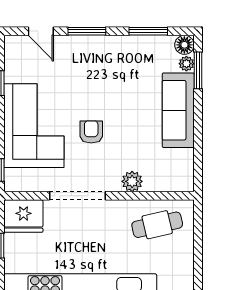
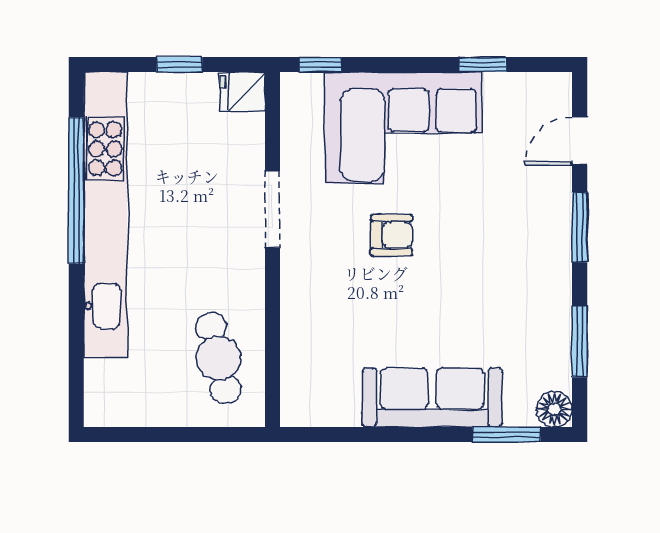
plant: (186, 64) -> (519, 413), removed
plant: (132, 181) -> (299, 311), removed
doorway: (77, 196) -> (272, 209), width x0.73
fridge: (24, 216) -> (242, 92), width x0.53, depth x0.75

